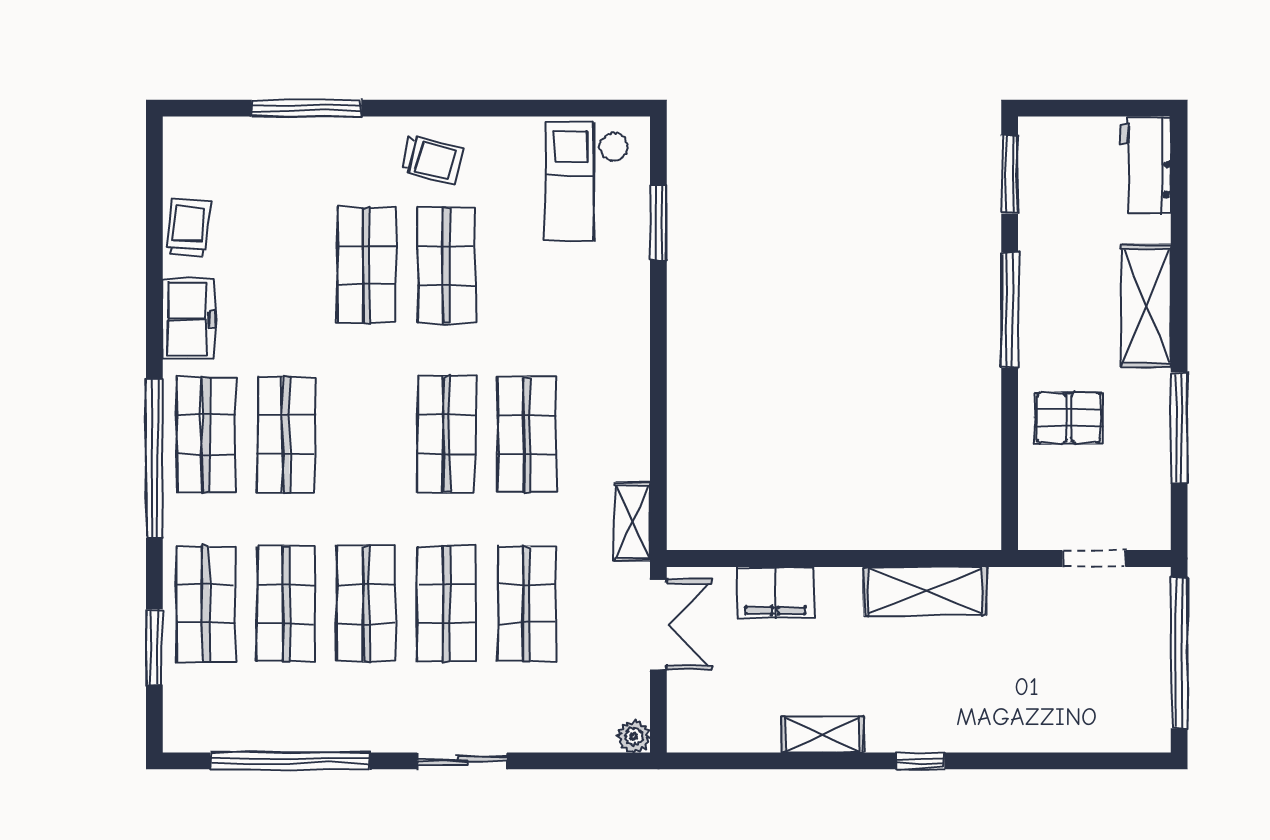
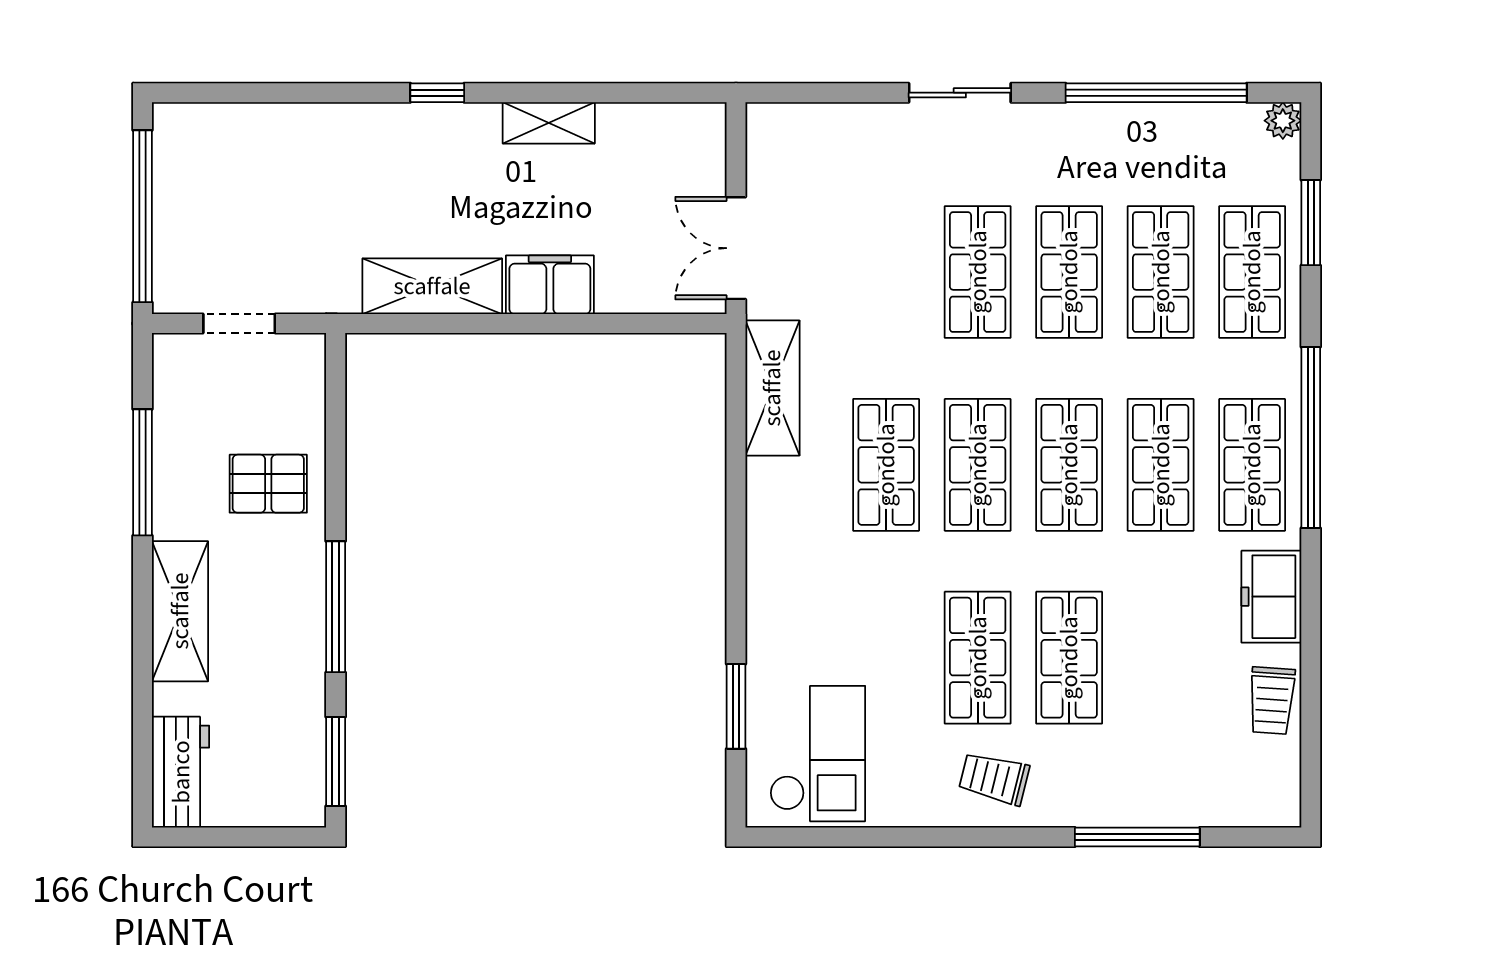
shelving: (632, 522) -> (772, 388), width x1.50, depth x1.33
filing cabinet: (775, 593) -> (550, 285), moved
shop shelf: (527, 604) -> (1069, 465), moved
plant: (634, 737) -> (1283, 121), moved

